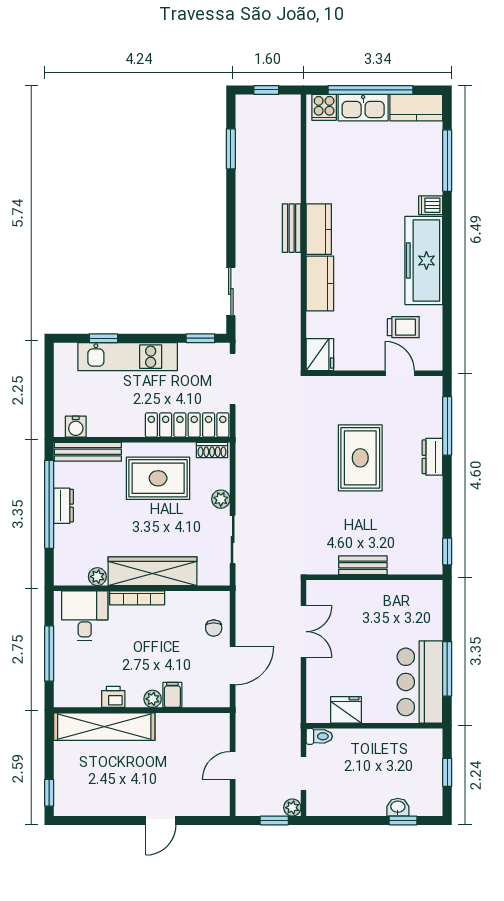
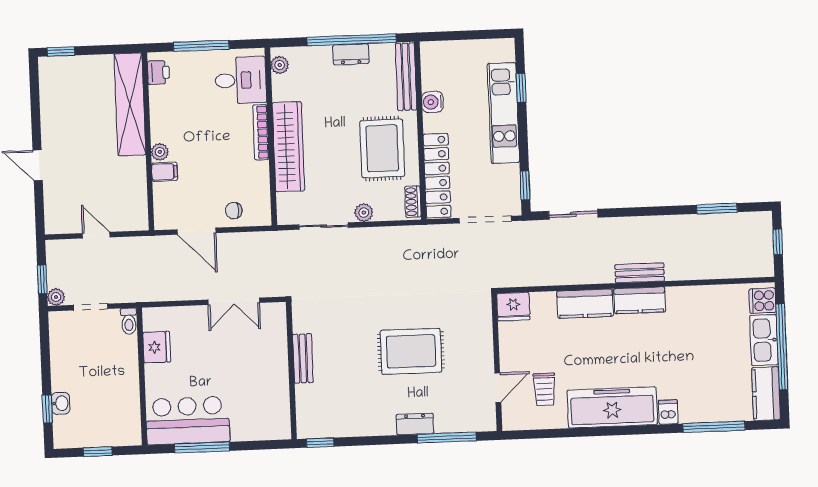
water cooler: (76, 427) -> (432, 102), moved
plant: (97, 577) -> (280, 65), moved
printer: (113, 697) -> (159, 72), moved

